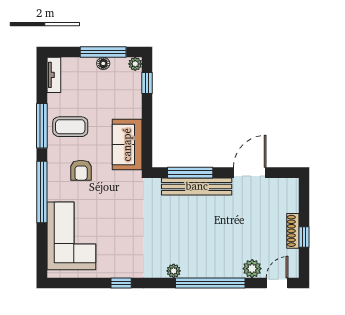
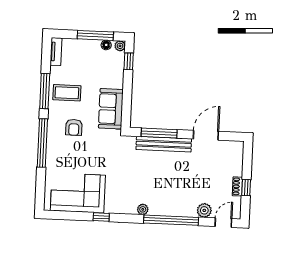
floor lamp: (103, 63) -> (106, 45), moved
shoe rack: (293, 231) -> (237, 186), width x0.70
corner sofa: (71, 236) -> (78, 193), moved, turned -90

